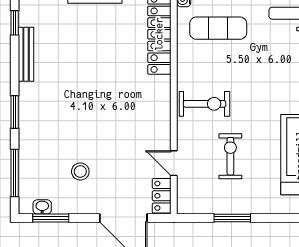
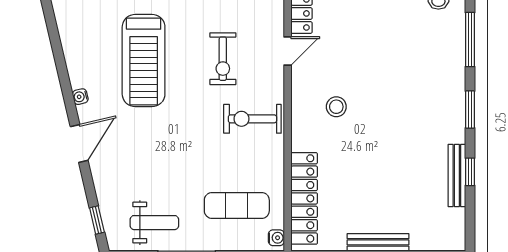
window: (15, 23) -> (470, 172), moved
door: (174, 163) -> (288, 51), hinge flipped
stool: (80, 171) -> (336, 107), moved

